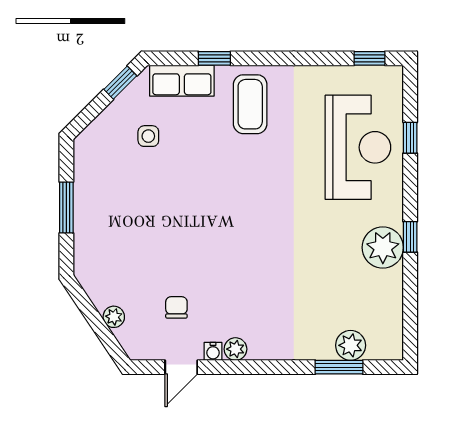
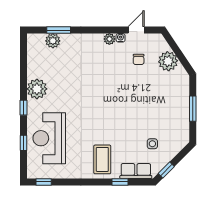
window: (410, 237) -> (23, 108), moved
plant: (114, 317) -> (168, 61), width x1.88, depth x1.88

